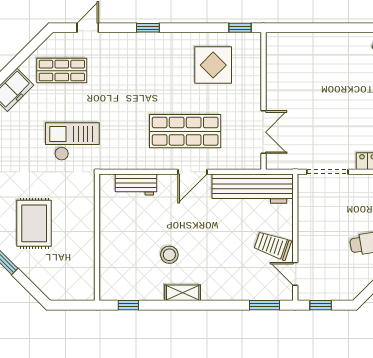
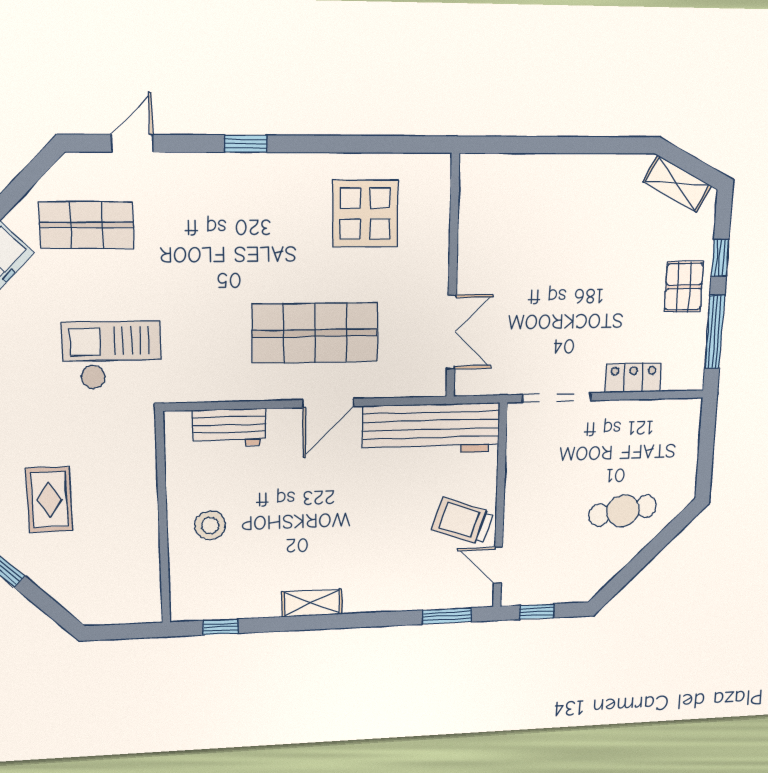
window: (240, 28) -> (414, 144), removed
rug: (34, 223) -> (49, 500), width x0.73, depth x0.70
stool: (169, 255) -> (210, 525), moved

